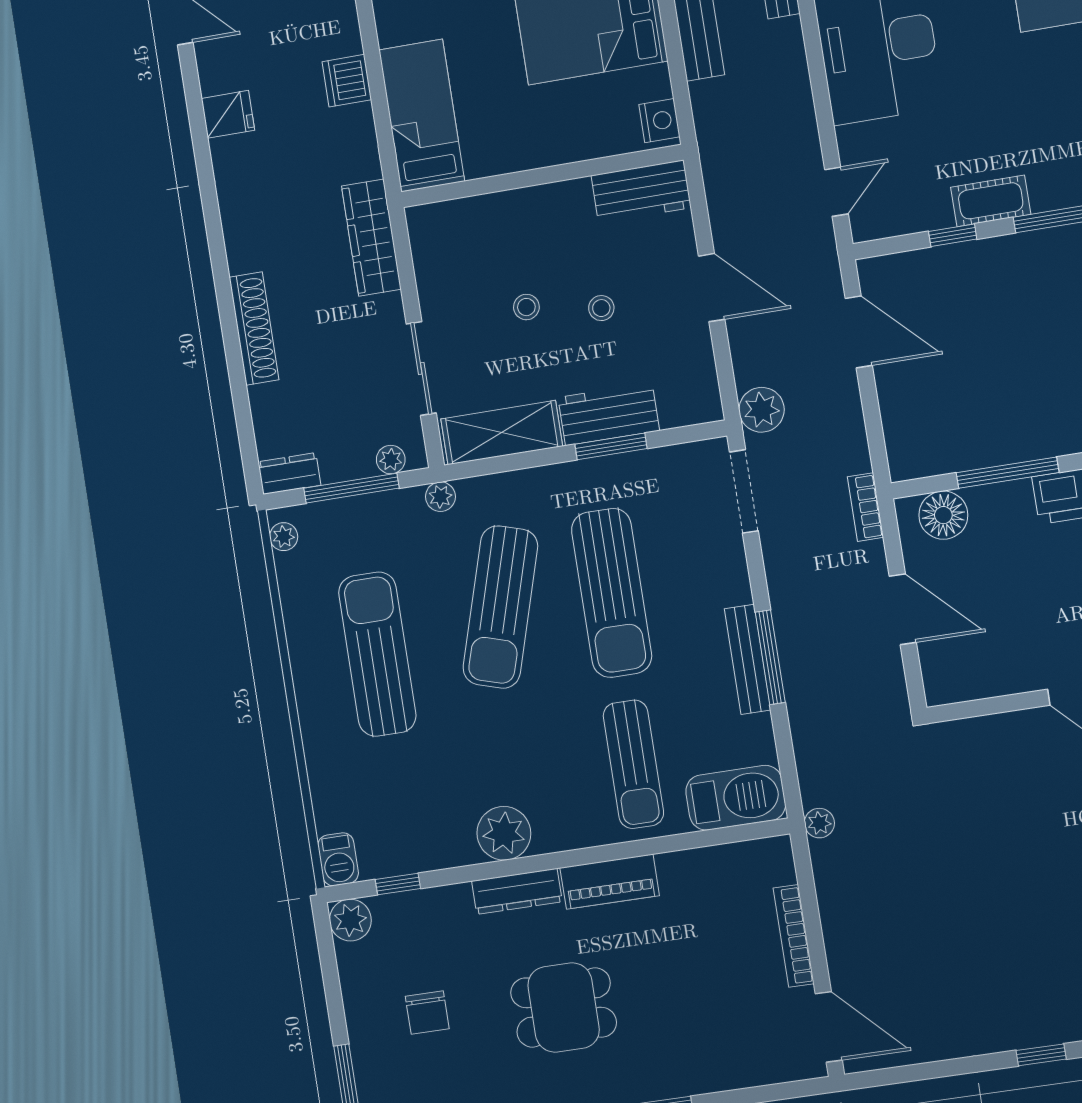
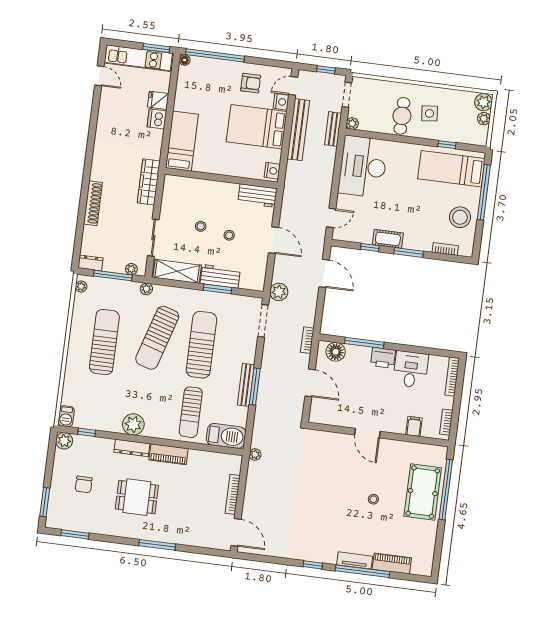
fridge: (228, 114) -> (158, 100), moved, turned 180
sun lounger: (612, 593) -> (201, 345), turned 180

